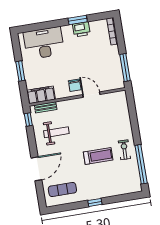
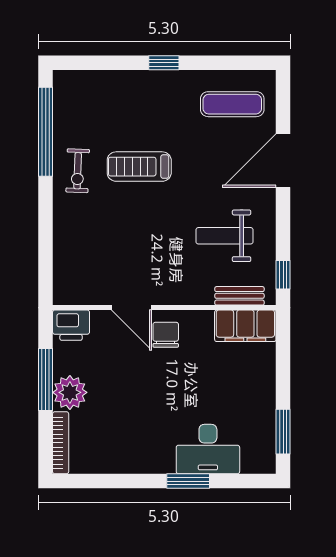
window: (78, 20) -> (188, 481), moved
printer: (81, 29) -> (71, 325), moved, turned 180
desk: (44, 43) -> (208, 449), width x0.73, depth x0.77
plant: (112, 54) -> (70, 392), added
window: (125, 67) -> (46, 380), moved
window: (20, 71) -> (283, 432), moved

